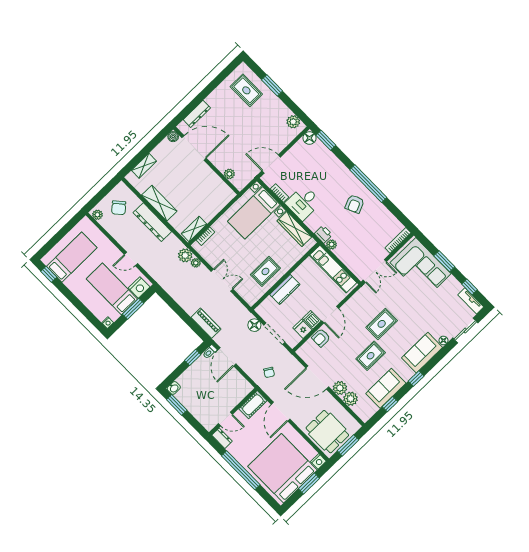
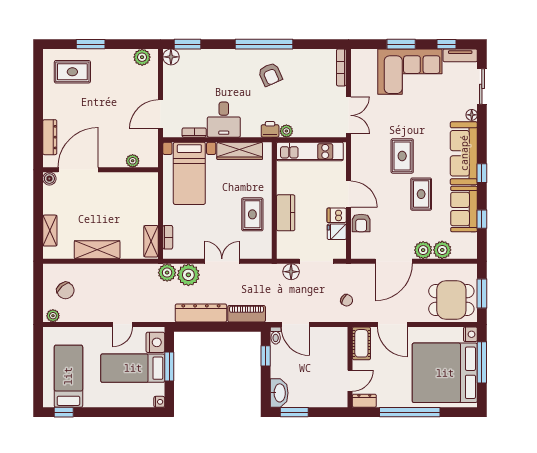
dresser: (152, 222) -> (201, 313), moved, turned 180
plant: (196, 263) -> (188, 275), width x1.88, depth x1.88
corner sofa: (421, 268) -> (410, 72), moved
sofa: (422, 353) -> (464, 153), width x1.36
washbasin: (174, 388) -> (279, 393), width x1.91, depth x1.45
window: (309, 484) -> (482, 362), width x1.44

